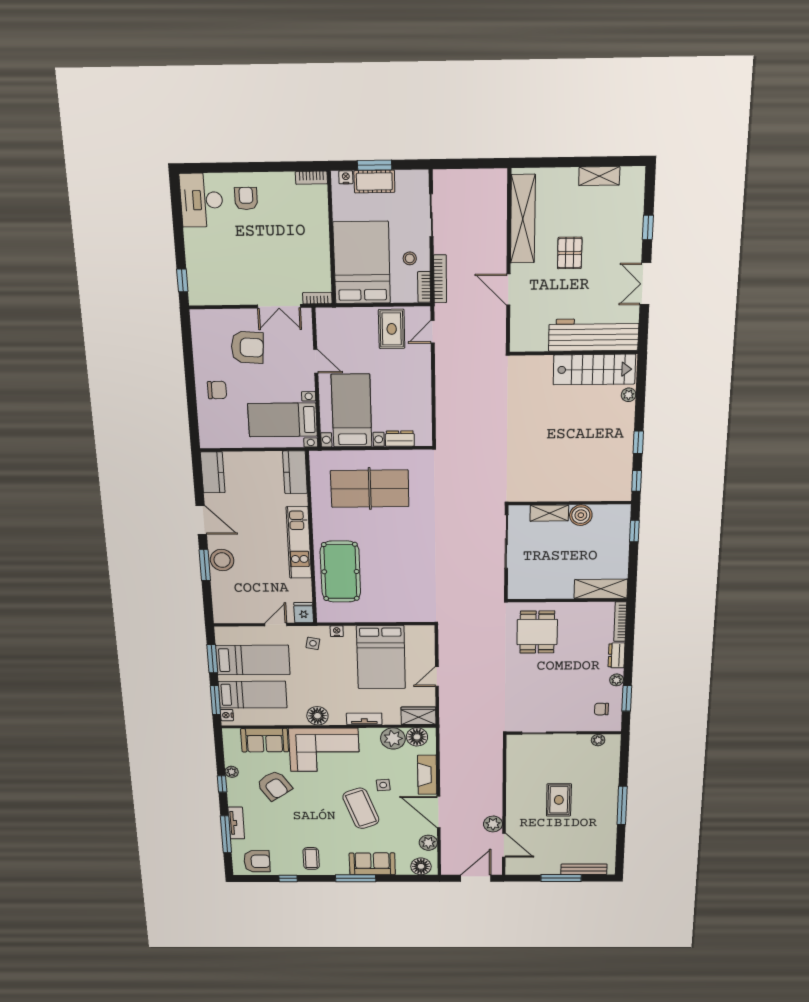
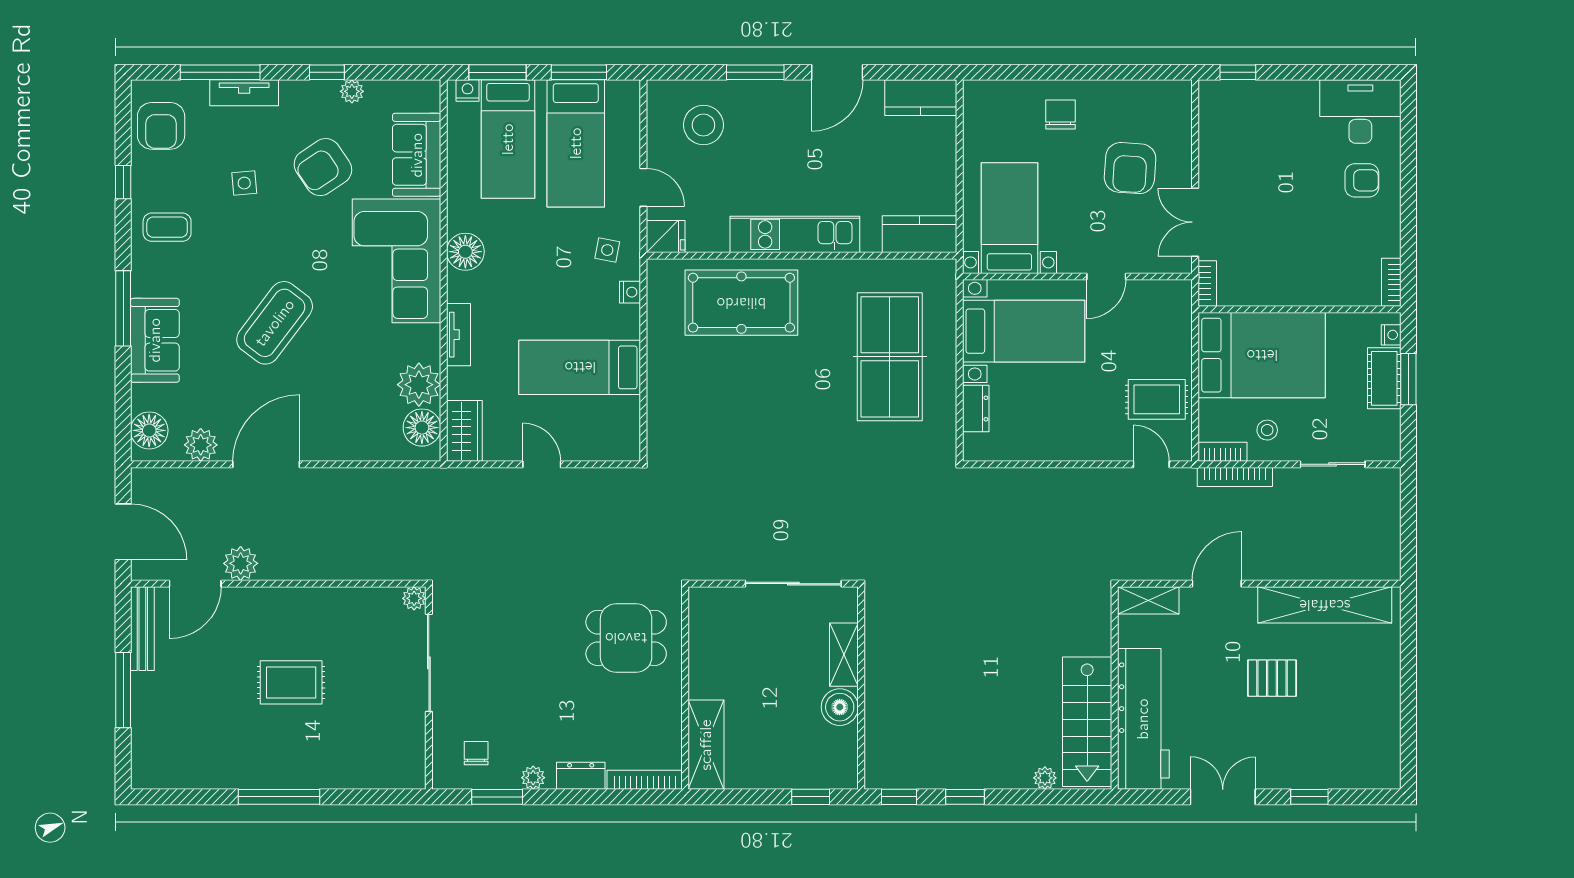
shelving: (599, 176) -> (1148, 600), moved, turned 90
chair: (217, 390) -> (1060, 115), turned 180
stool: (222, 560) -> (703, 125), moved
bed: (381, 657) -> (580, 367), width x0.67
plant: (598, 740) -> (414, 598), moved
fireplace: (427, 775) -> (344, 445), removed
side table: (383, 785) -> (244, 183), moved
coffee table: (361, 808) -> (275, 323), turned -33
bench: (584, 869) -> (142, 629), moved

